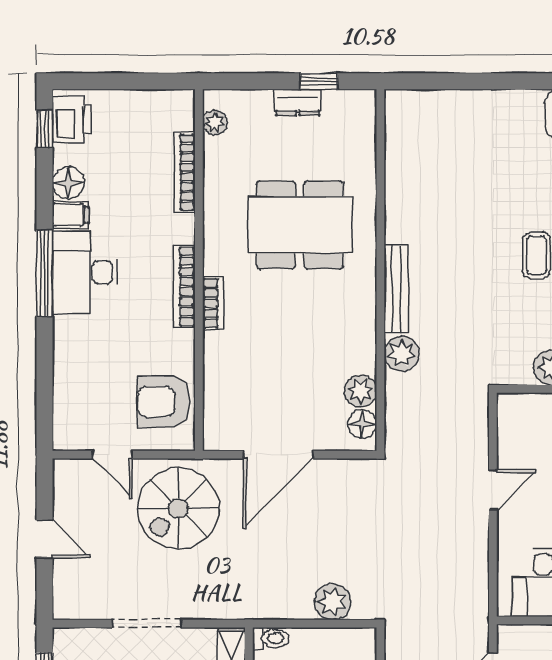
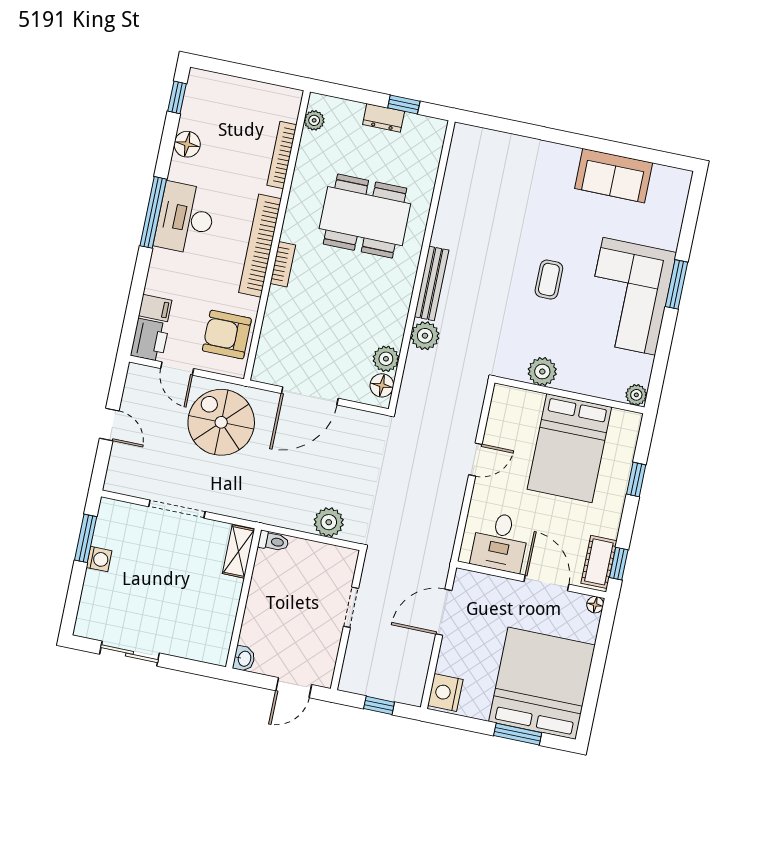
printer: (72, 119) -> (150, 340), moved
filing cabinet: (71, 215) -> (155, 308), moved
bookcase: (184, 286) -> (260, 246), width x1.48, depth x1.31
spiral stairs: (178, 508) -> (221, 422), turned 90

